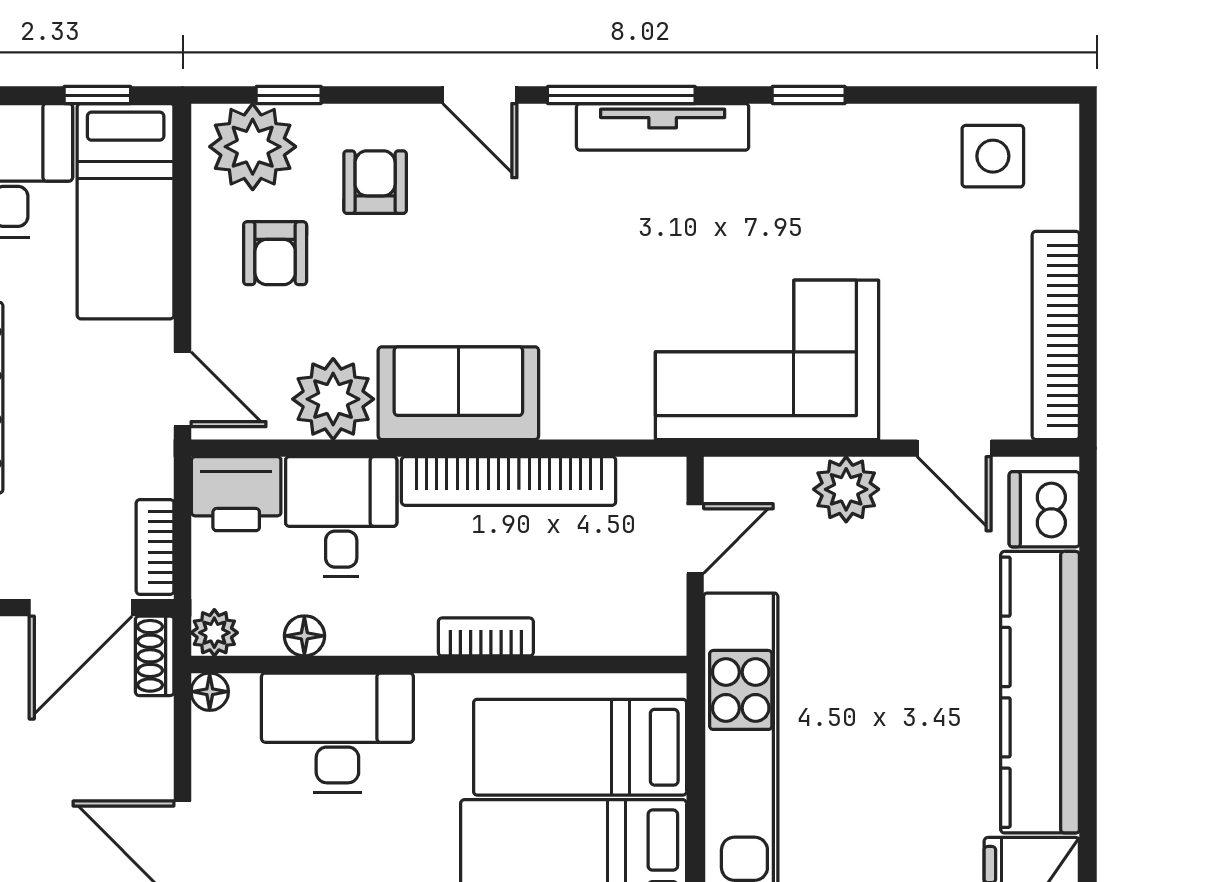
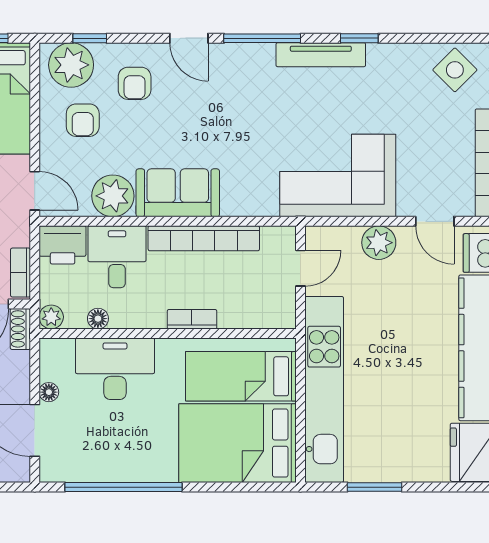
tv unit: (663, 127) -> (321, 55), moved
side table: (993, 156) -> (455, 70), turned 45
armchair: (375, 182) -> (135, 83), turned 180
floor lamp: (210, 692) -> (49, 392), moved

